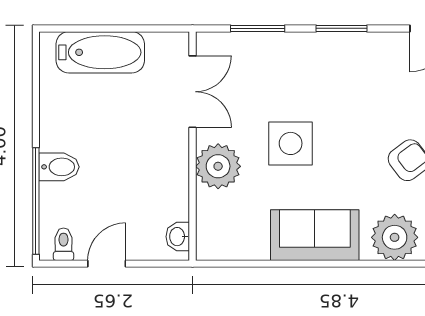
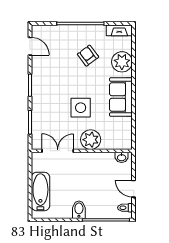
bidet: (59, 167) -> (79, 210), moved

